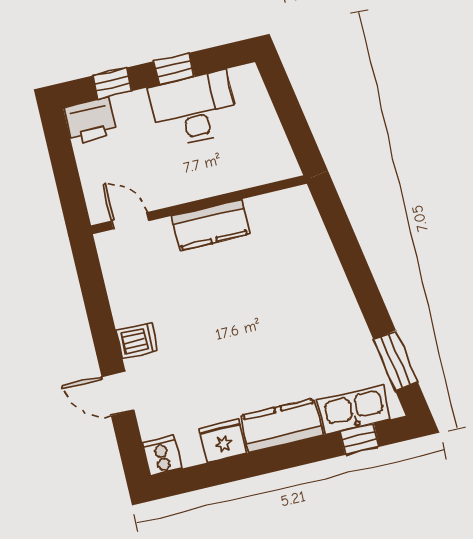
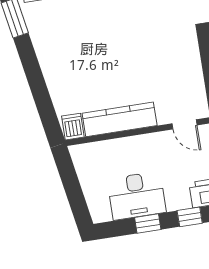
kitchen counter: (210, 225) -> (120, 119), width x1.50
dishwasher: (137, 340) -> (73, 127), moved, turned 90

